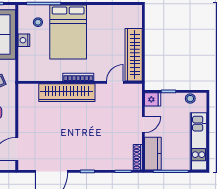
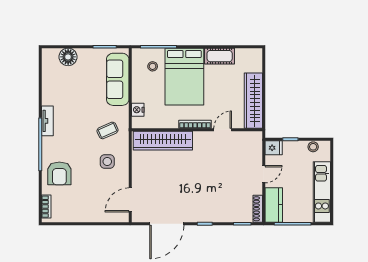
cot: (102, 12) -> (220, 56), added
nightstand: (24, 40) -> (138, 110), moved
door: (115, 82) -> (223, 130), moved
wardrobe: (67, 93) -> (163, 141), moved

